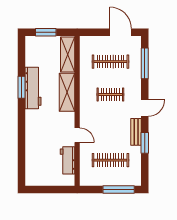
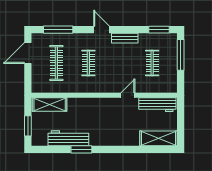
workbench: (33, 88) -> (68, 138), moved
shelving: (67, 92) -> (159, 138), moved
window: (145, 143) -> (159, 30), moved
workbench: (68, 160) -> (157, 105), width x1.38
clothes rail: (110, 160) -> (152, 63), width x0.73

